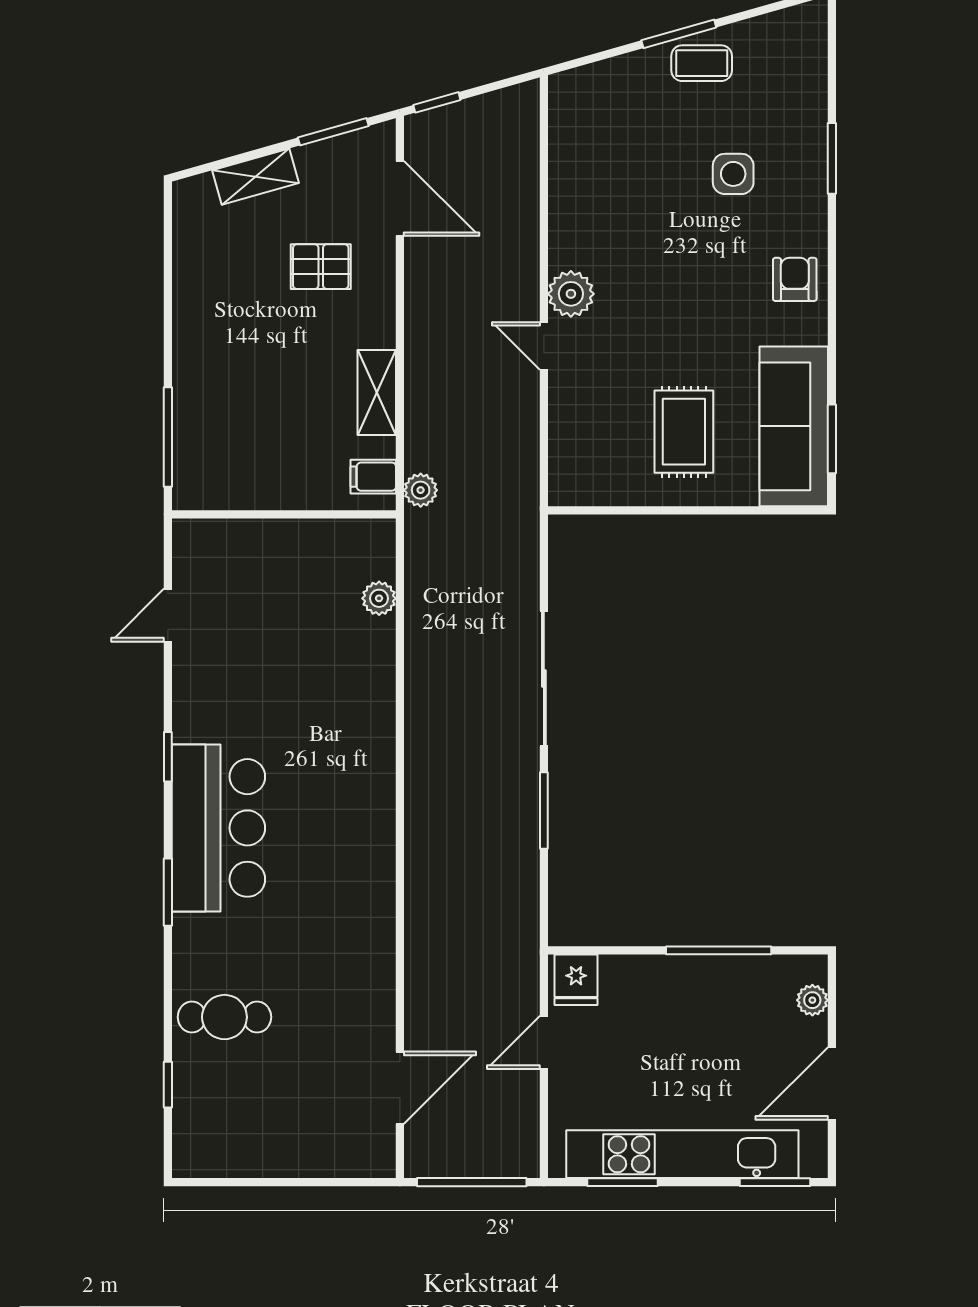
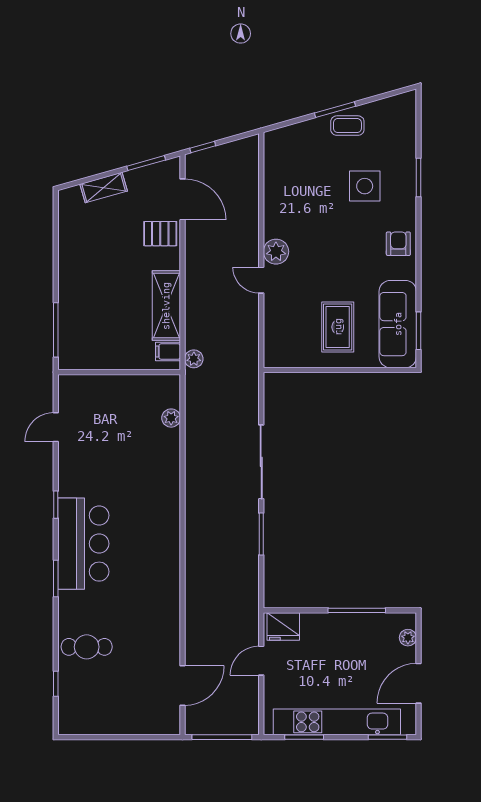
side table: (733, 174) -> (365, 186), width x1.37, depth x1.37
pallet: (321, 267) -> (160, 234), moved
shelving: (377, 392) -> (166, 306), width x1.50, depth x1.33
fridge: (576, 980) -> (283, 626), width x1.38

